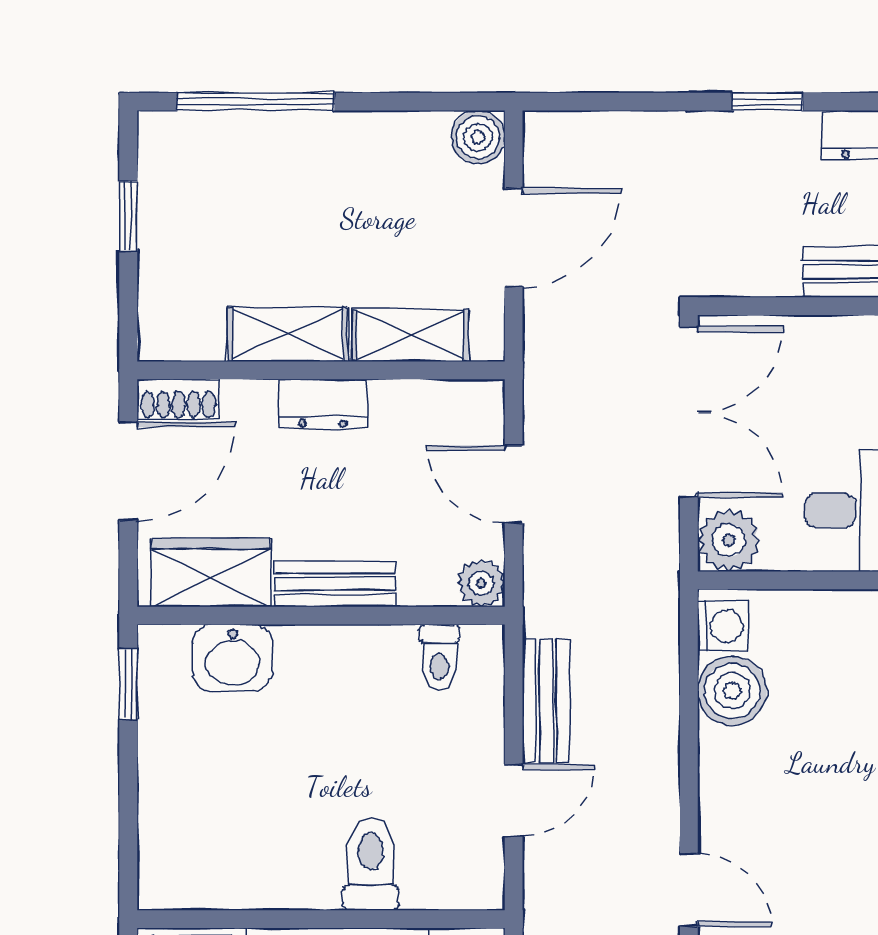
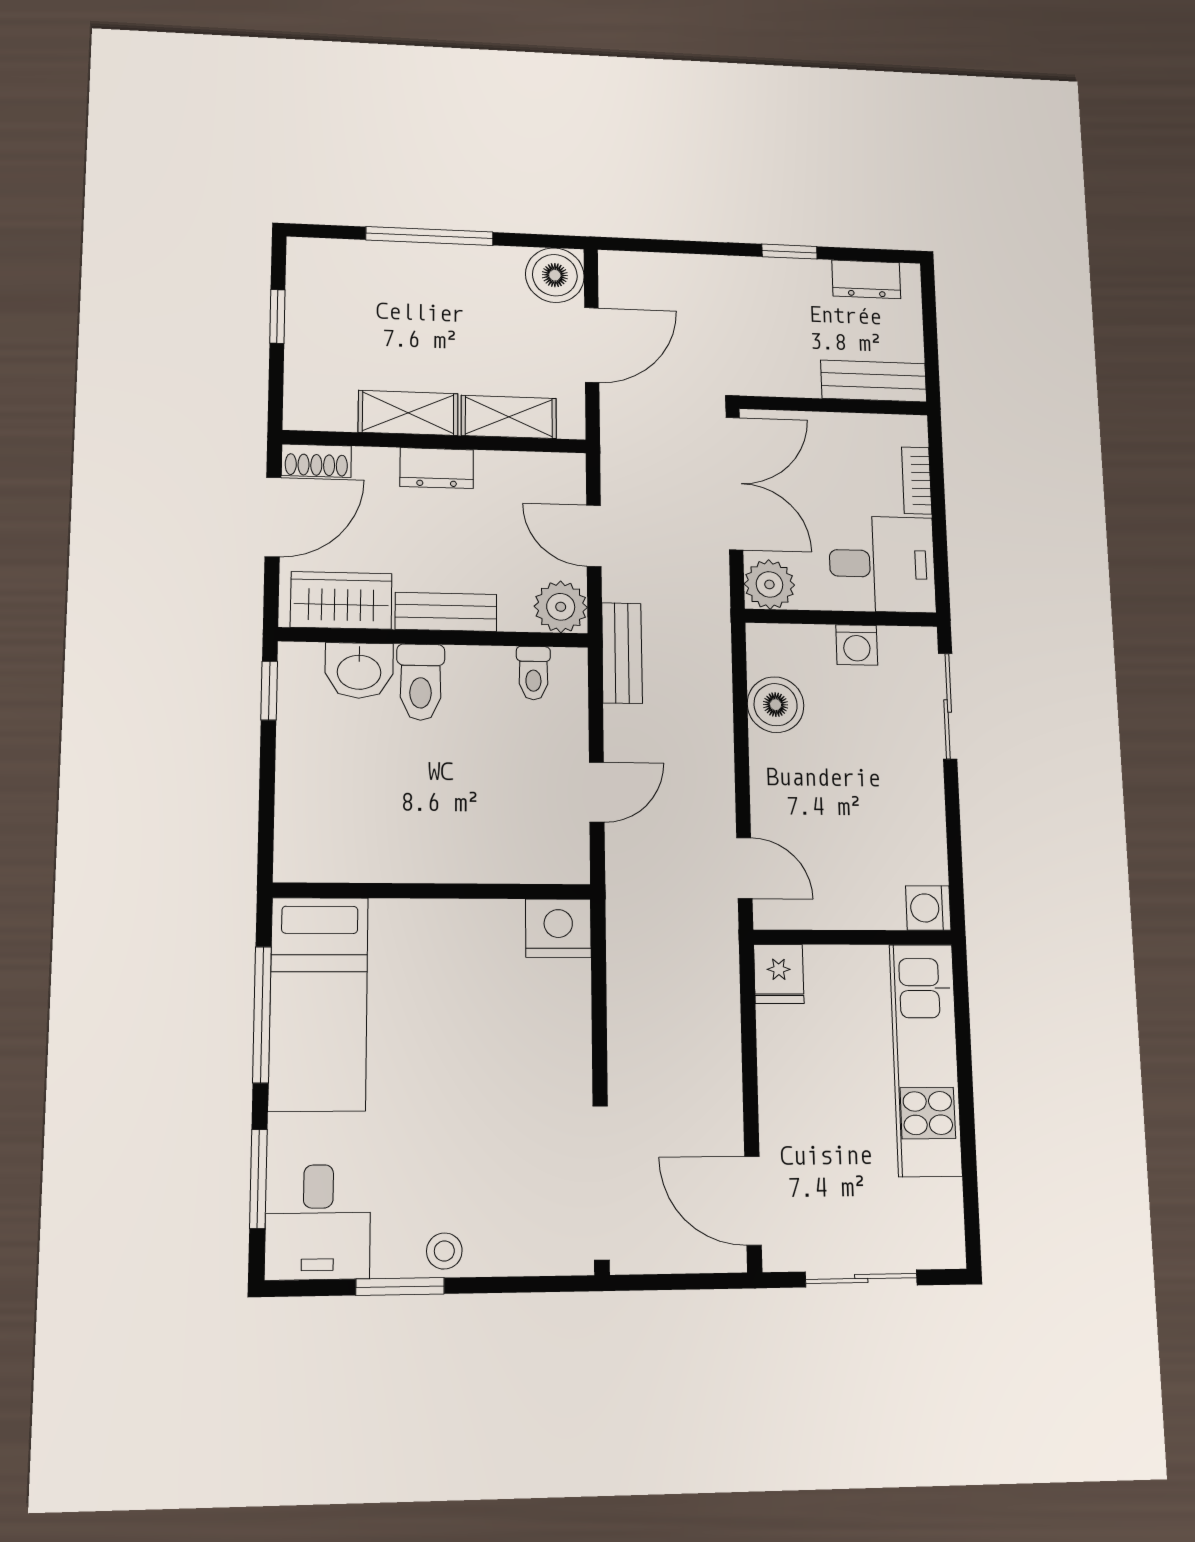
window: (255, 102) -> (430, 236), moved
boiler: (478, 137) -> (555, 275), width x1.36, depth x1.36
plant: (481, 583) -> (561, 607), width x1.38, depth x1.38
washing machine: (723, 626) -> (857, 645), moved, turned 90
bench: (546, 701) -> (622, 653), moved
toilet: (370, 864) -> (421, 682), moved, turned 180

